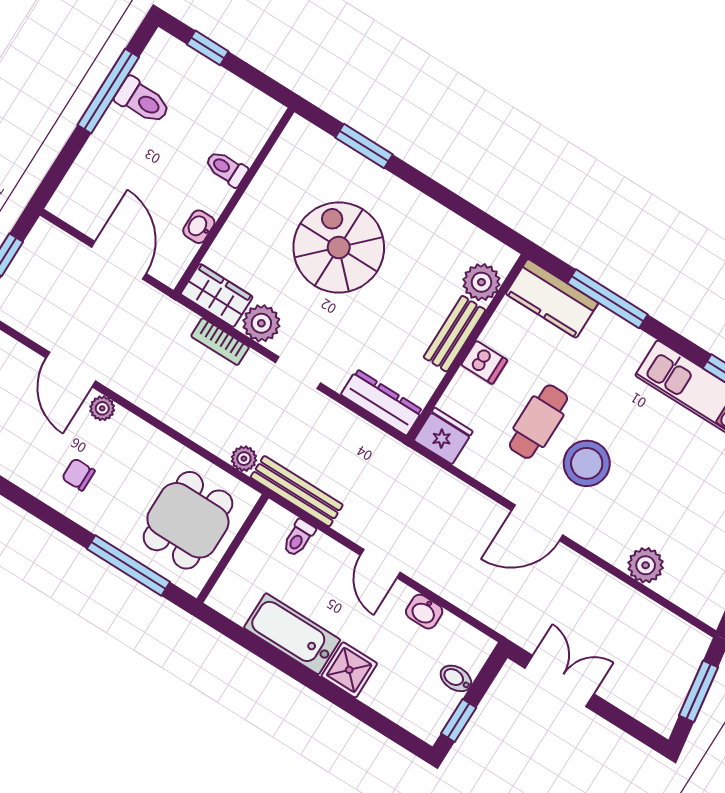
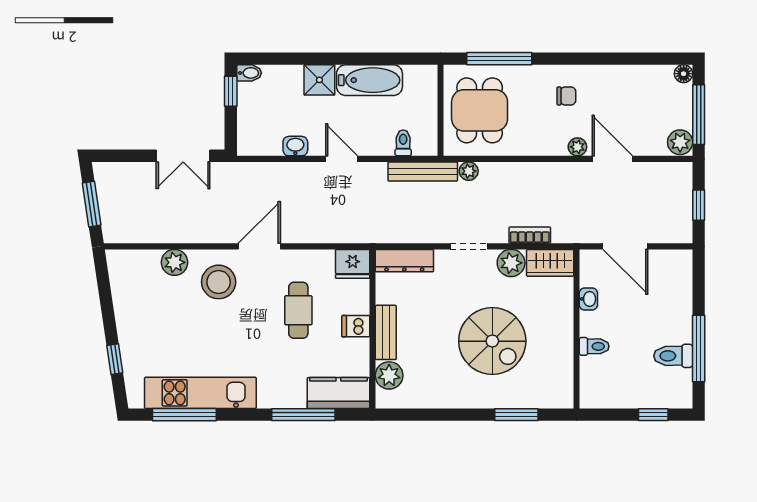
stool: (587, 463) -> (219, 282), moved
bidet: (456, 678) -> (249, 73), moved

